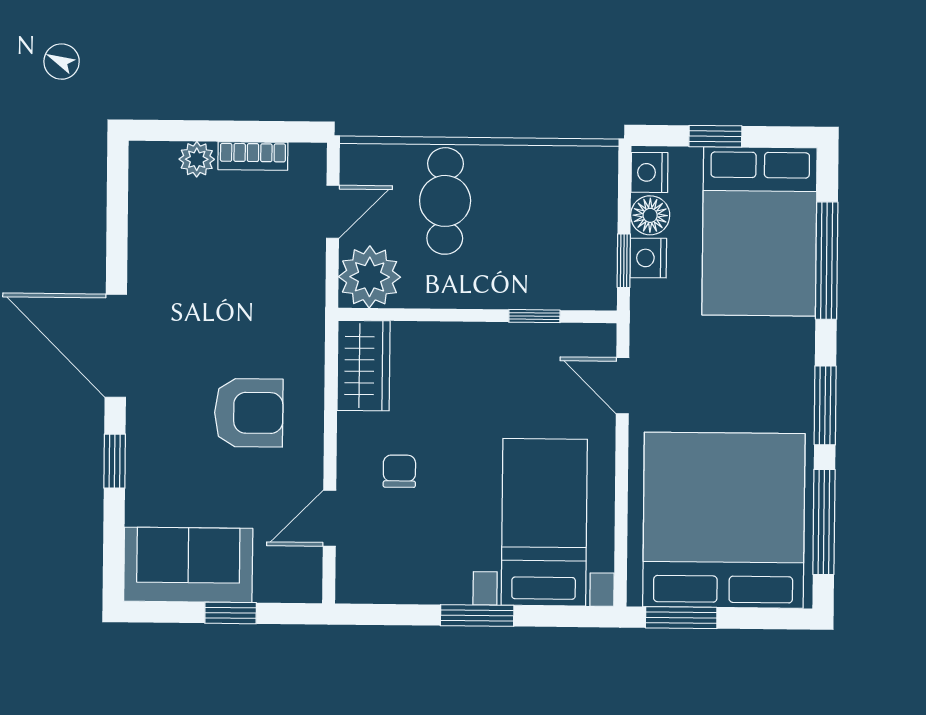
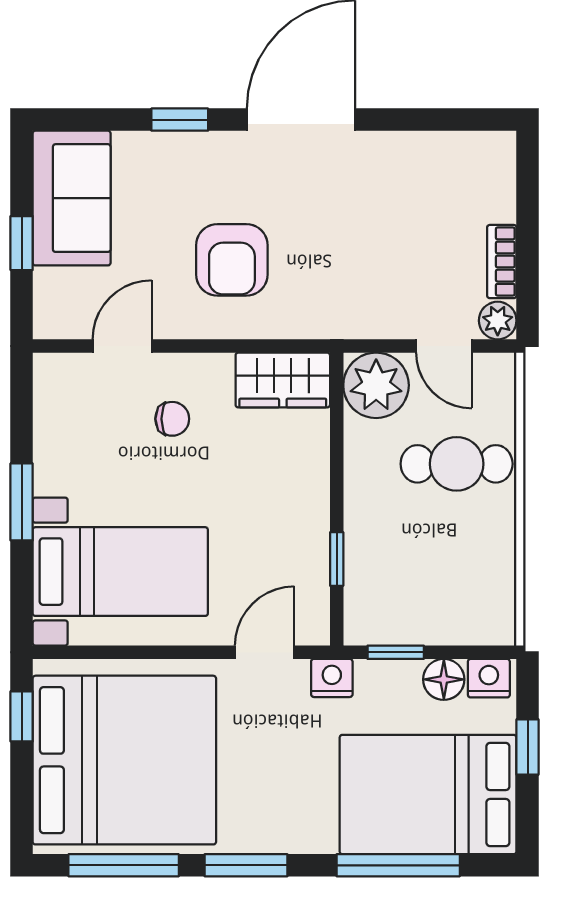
plant: (197, 159) -> (498, 321), moved
nightstand: (648, 258) -> (332, 678), moved
door: (330, 518) -> (122, 346), hinge flipped
window: (681, 618) -> (22, 716), width x0.67

